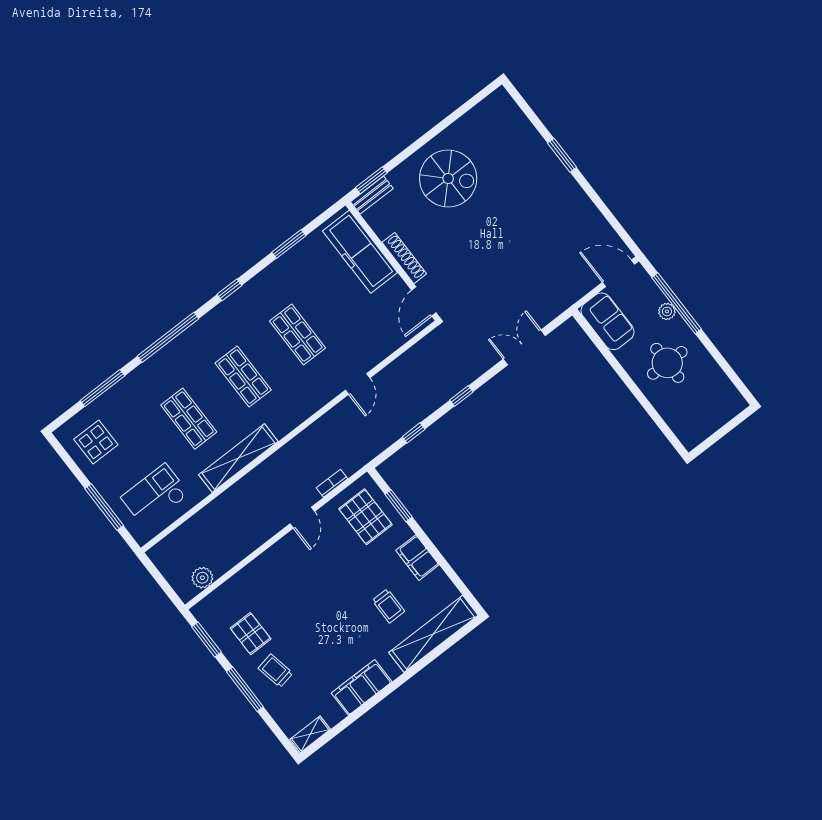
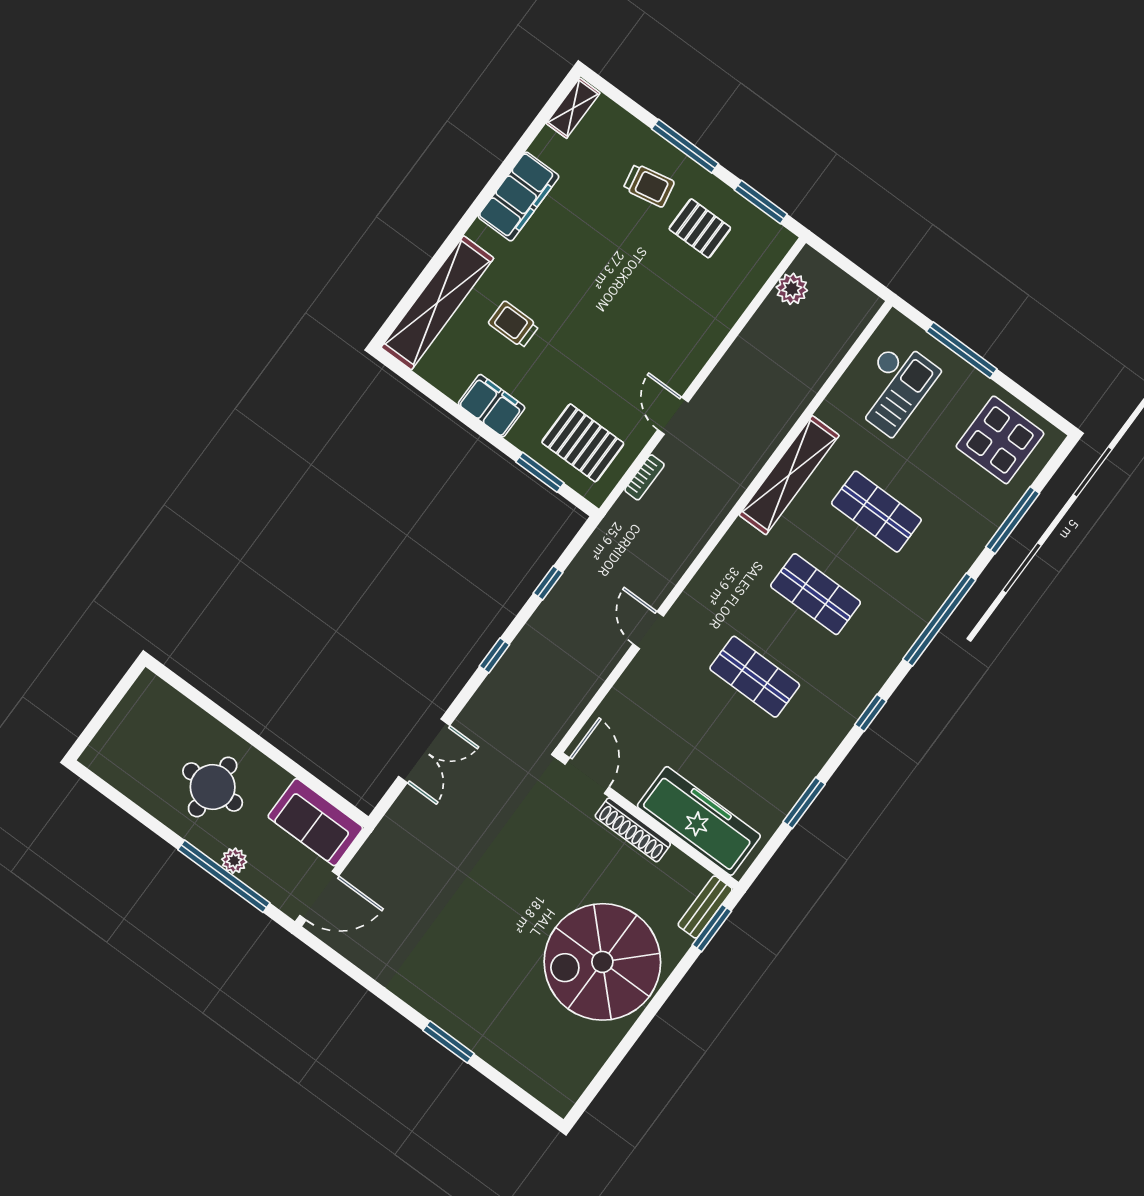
spiral stairs: (448, 179) -> (602, 962), width x1.37, depth x1.37
display table: (96, 442) -> (1000, 440), width x1.36, depth x1.36

